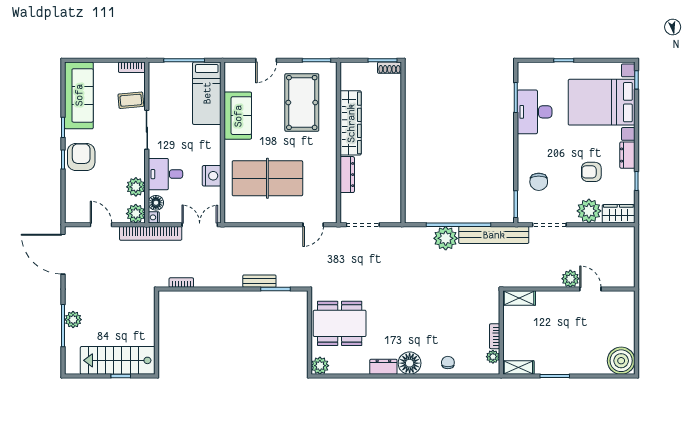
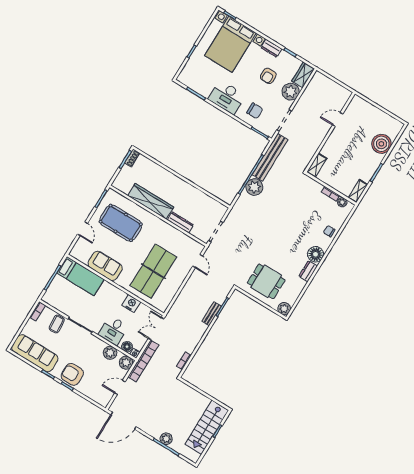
desk: (535, 112) -> (227, 97), moved
plant: (570, 279) -> (324, 127), removed
dining table: (340, 323) -> (266, 281), width x0.73
boiler: (621, 361) -> (381, 144), moved

